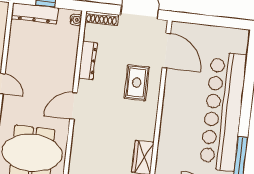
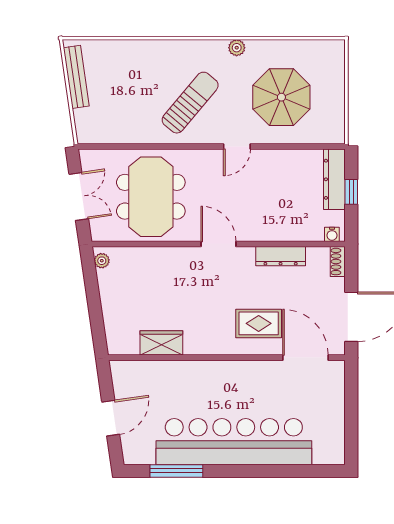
shoe rack: (102, 18) -> (338, 262), width x0.70
door: (166, 50) -> (305, 358), swing flipped

